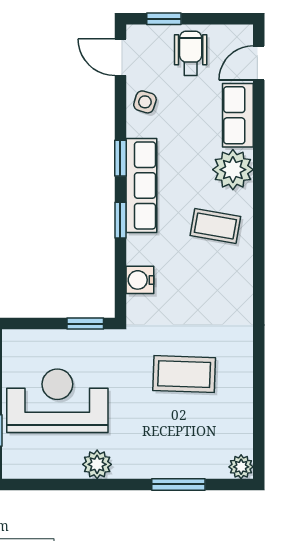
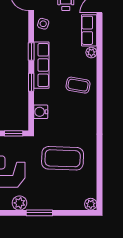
plant: (233, 170) -> (91, 53), width x0.53, depth x0.53
coffee table: (184, 374) -> (63, 158), width x1.36, depth x1.32
window: (178, 484) -> (39, 213), moved

